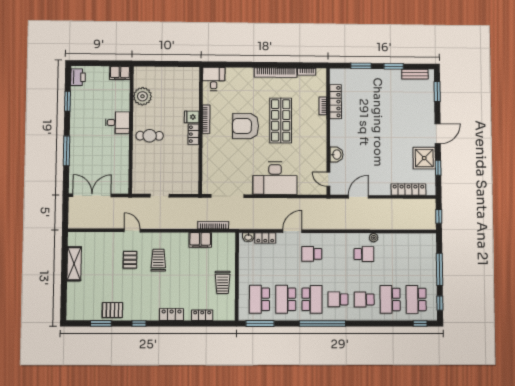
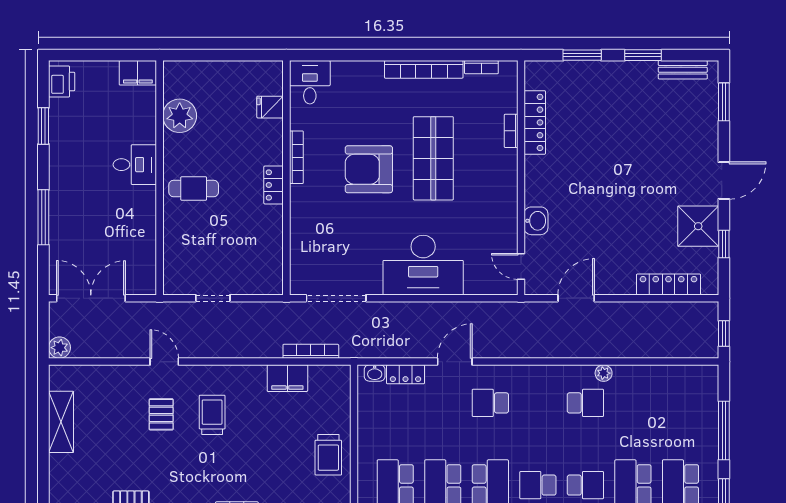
fridge: (192, 117) -> (270, 107), moved
plant: (74, 223) -> (60, 348), added
school desk: (364, 299) -> (585, 485), turned 180

